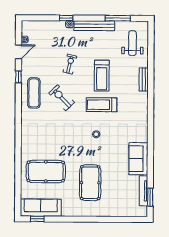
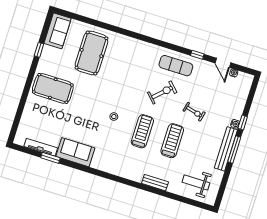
window: (118, 18) -> (234, 150), moved
weight bench: (132, 43) -> (196, 183), turned 180
treadmill: (102, 76) -> (172, 141), turned 90
pool table: (90, 183) -> (53, 88), moved
window: (150, 197) -> (50, 158), moved
sofa: (41, 208) -> (58, 31), width x0.73
window: (37, 219) -> (39, 50), moved

